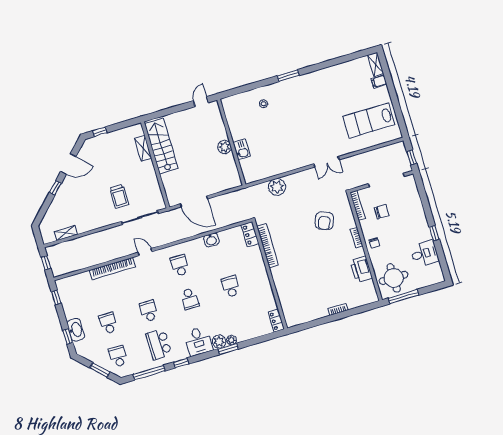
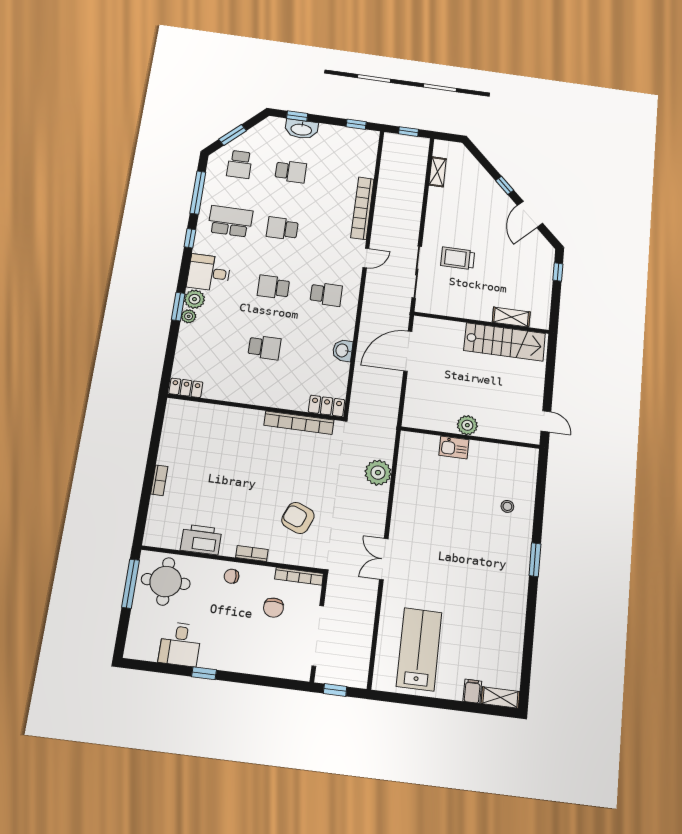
school desk: (149, 311) -> (282, 228), turned 180
school desk: (118, 356) -> (240, 164), turned 90

